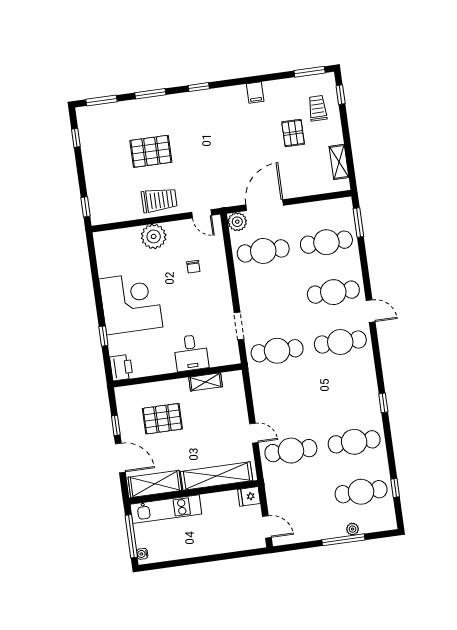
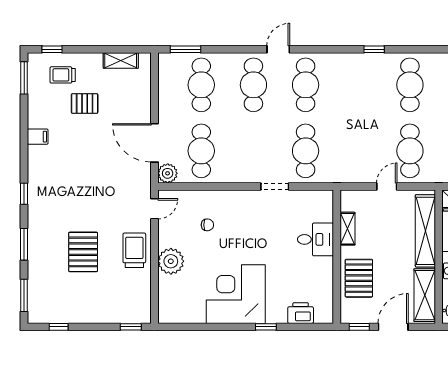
desk: (191, 353) -> (315, 239), moved
wall: (177, 375) -> (337, 257), moved
shelving: (206, 382) -> (347, 229), moved

